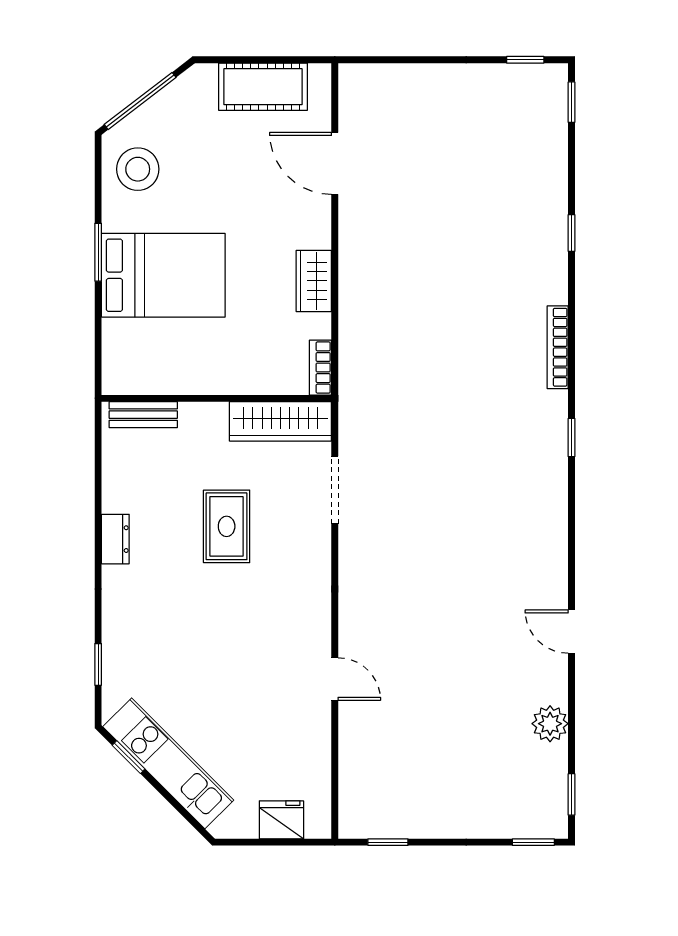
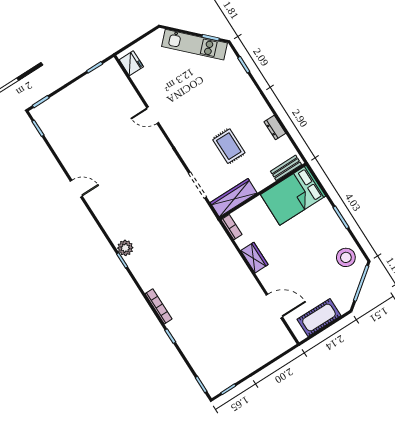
bed: (163, 275) -> (293, 195), moved
bookcase: (558, 347) -> (159, 306), moved
dresser: (115, 539) -> (275, 128), moved
plant: (550, 724) -> (125, 248), moved
fridge: (281, 820) -> (131, 63), moved, turned -90

